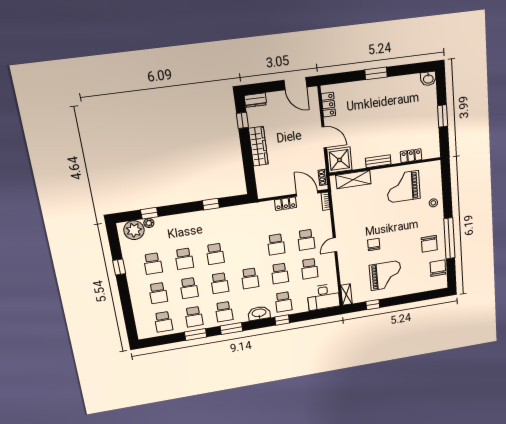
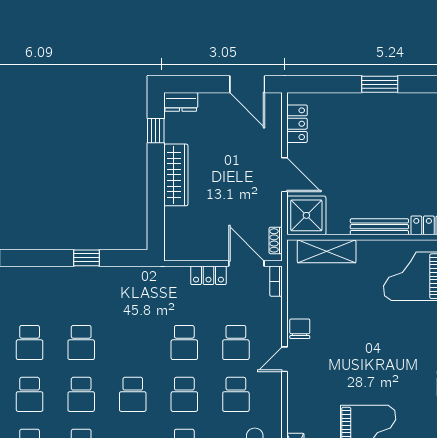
bench: (378, 161) -> (379, 227), width x1.36
chair: (374, 244) -> (300, 329), moved

